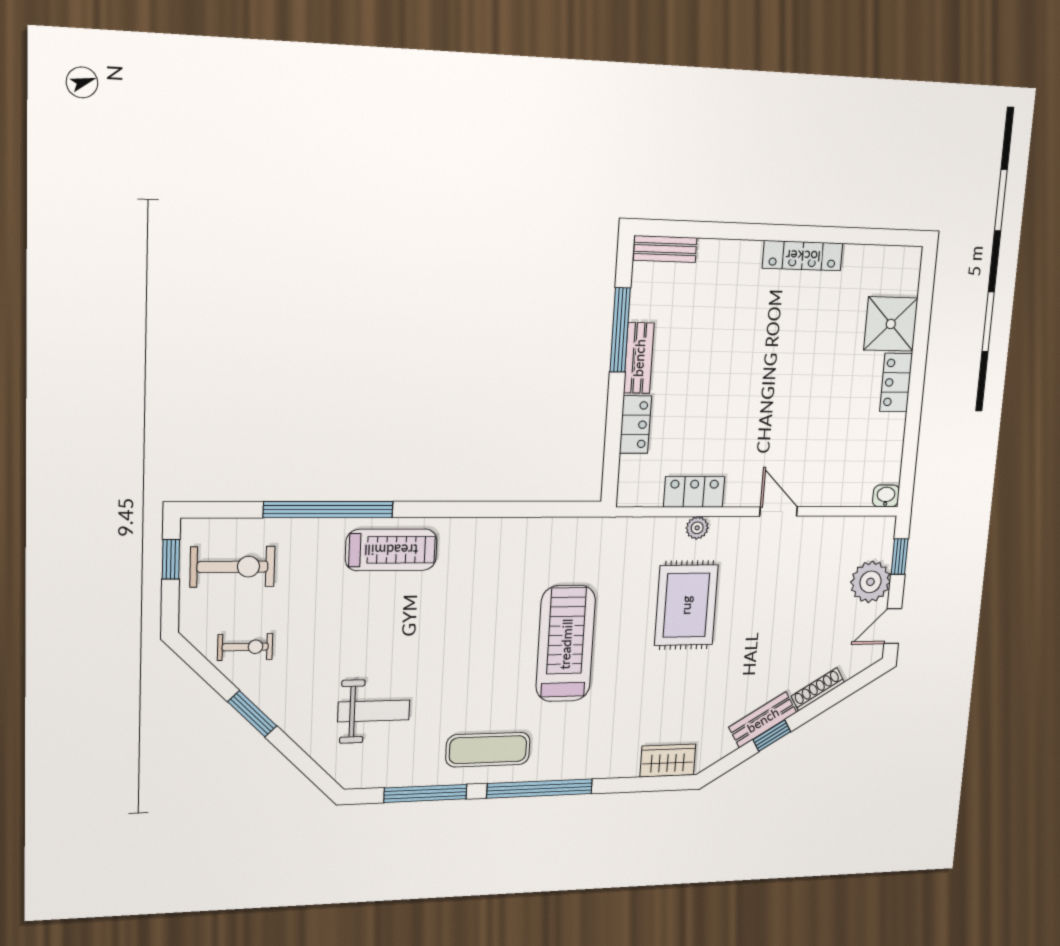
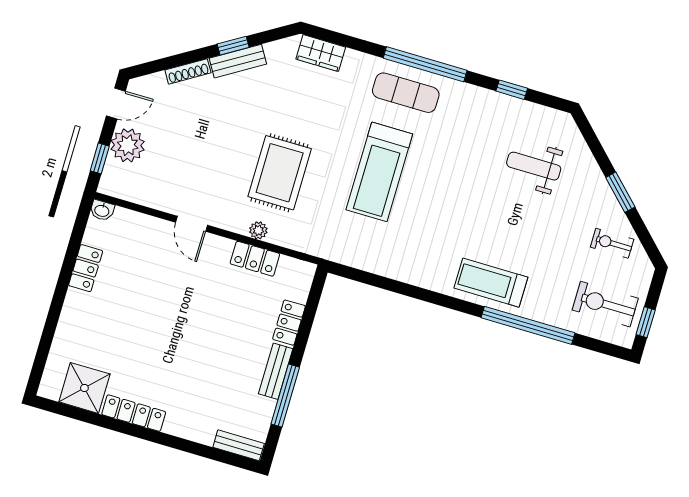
shower: (891, 324) -> (84, 388), moved
locker: (896, 383) -> (86, 268), moved
exercise mat: (488, 750) -> (406, 93), moved
window: (425, 793) -> (512, 90), width x0.46

